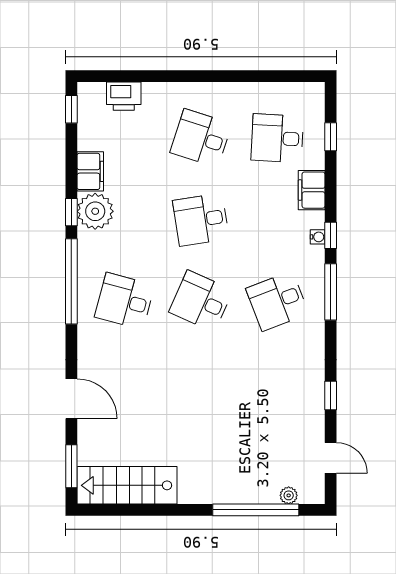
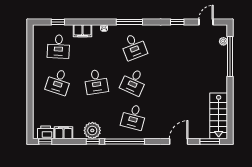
printer: (124, 96) -> (46, 132), moved, turned -90
filing cabinet: (90, 171) -> (63, 133), moved
window: (331, 235) -> (103, 22), removed

